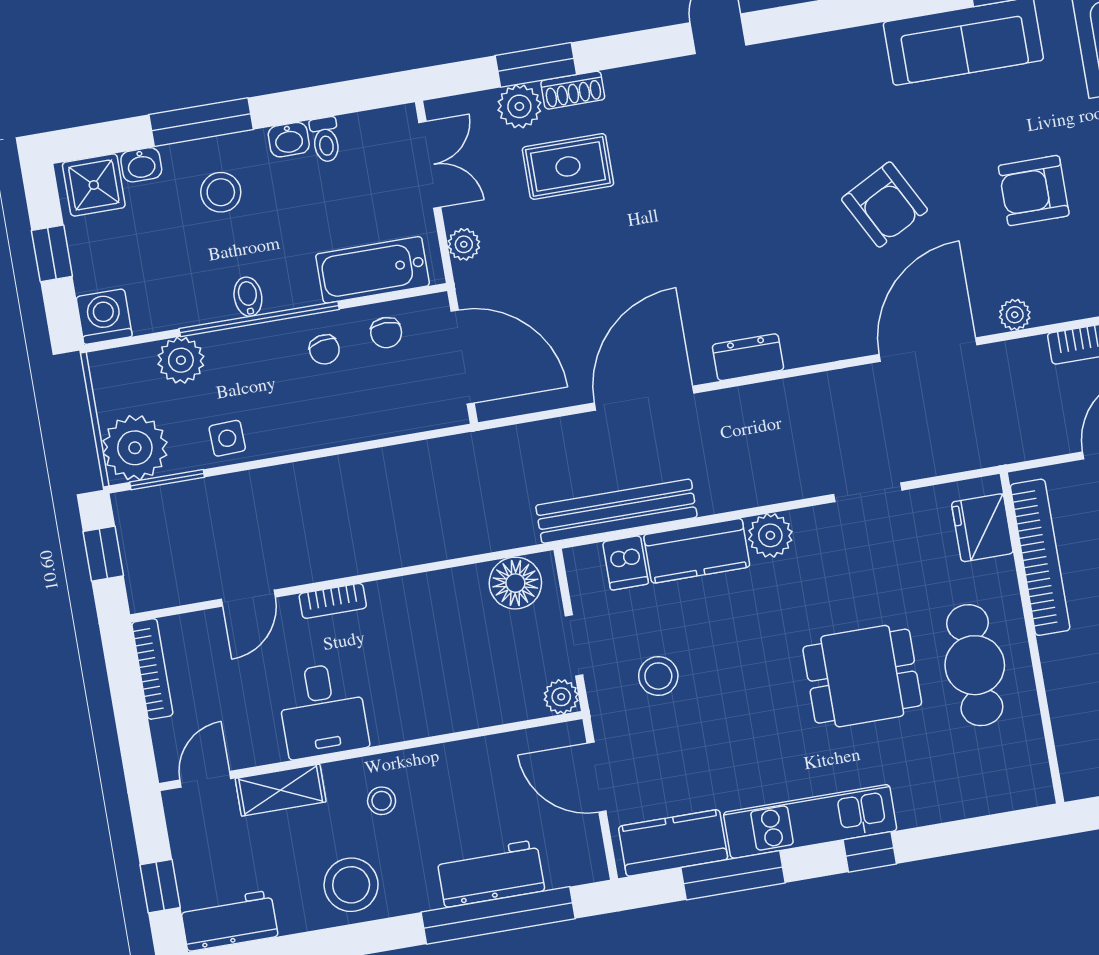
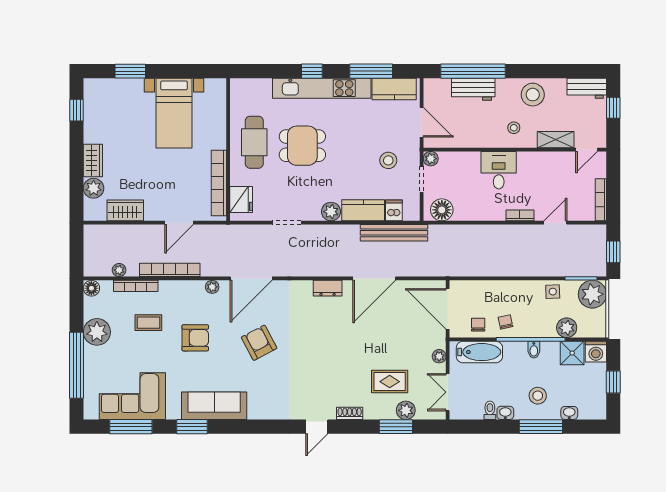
shoe rack: (573, 90) -> (350, 413), moved
shower: (94, 185) -> (572, 353), moved
desk: (323, 710) -> (499, 170), moved
kitchen unit: (810, 821) -> (322, 88), width x1.36

